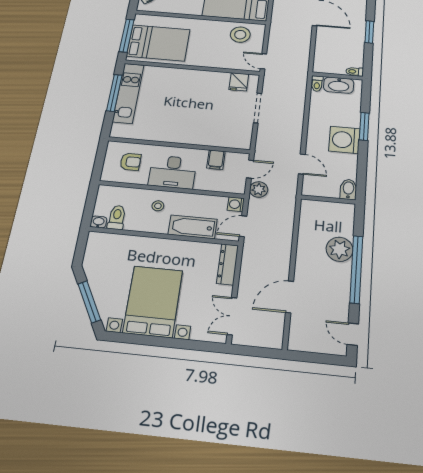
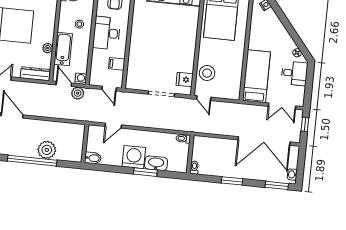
stool: (240, 35) -> (207, 73), moved
door: (263, 61) -> (204, 98), swing flipped
washbasin: (339, 85) -> (156, 163), moved, turned 90
plant: (259, 189) -> (78, 93), moved
plant: (190, 247) -> (48, 48), added

